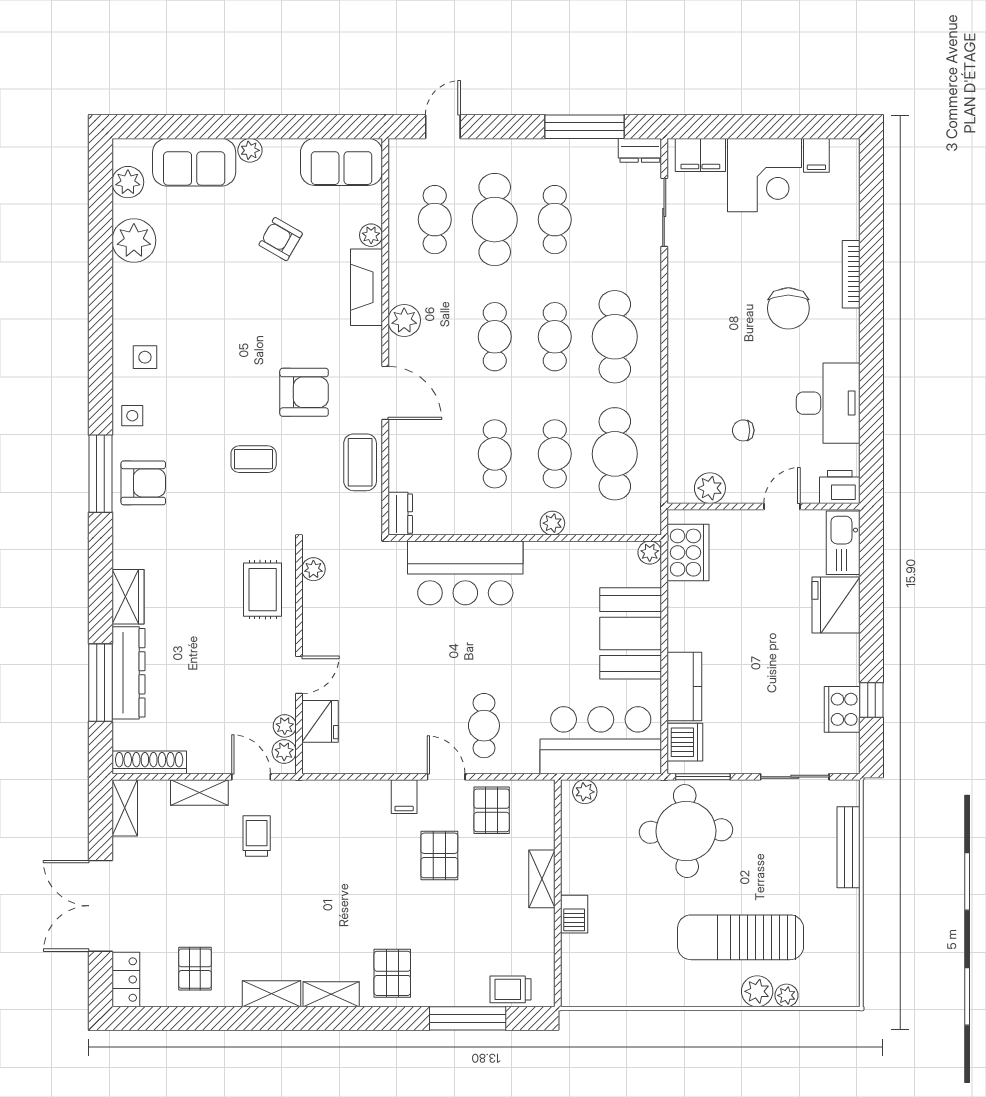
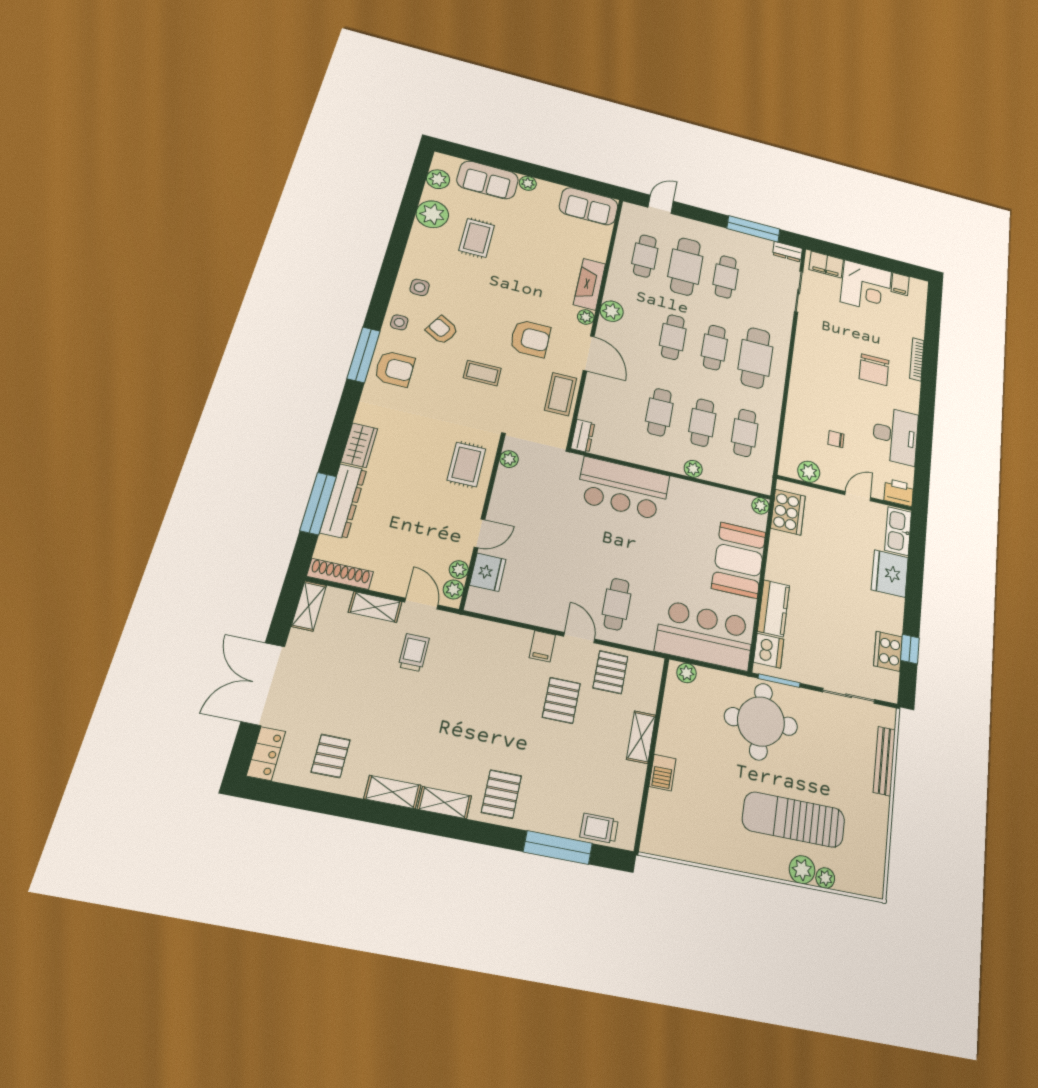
plant: (371, 235) -> (586, 317), moved
armchair: (281, 239) -> (442, 330), moved
rug: (201, 260) -> (477, 238), added
cafe table: (615, 454) -> (745, 433), width x0.73, depth x0.74

